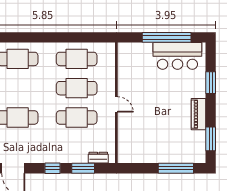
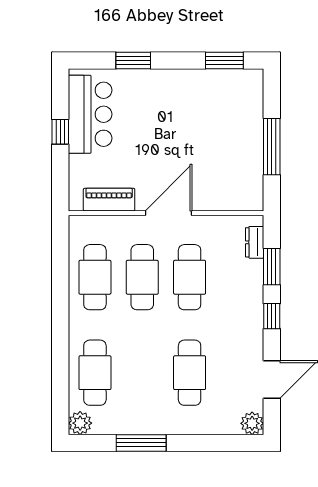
window: (167, 37) -> (60, 132), width x0.32
door: (116, 104) -> (168, 213), width x1.87
piano: (199, 114) -> (109, 200), moved, turned 180
window: (176, 168) -> (272, 147), moved

